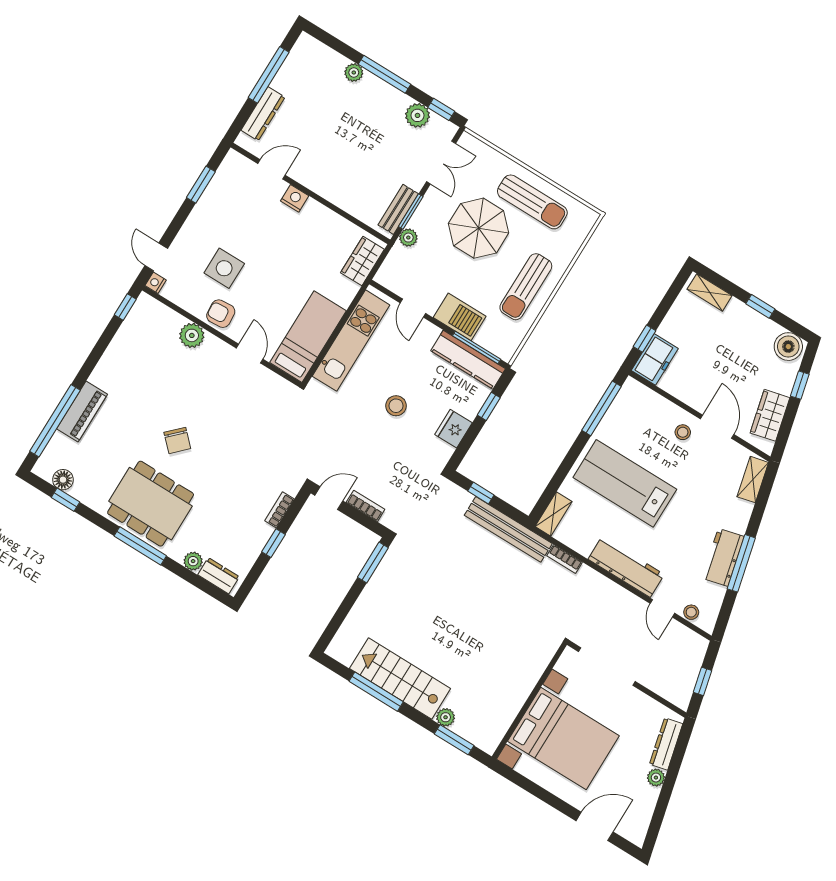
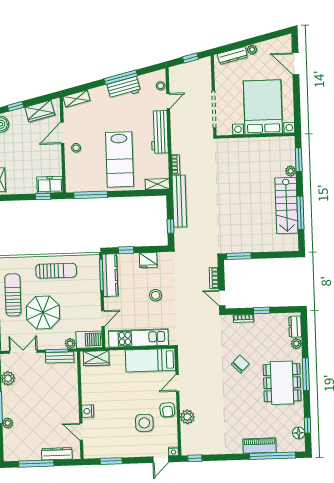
barbecue: (460, 317) -> (89, 340), moved, turned 90
chair: (177, 440) -> (240, 364), moved

